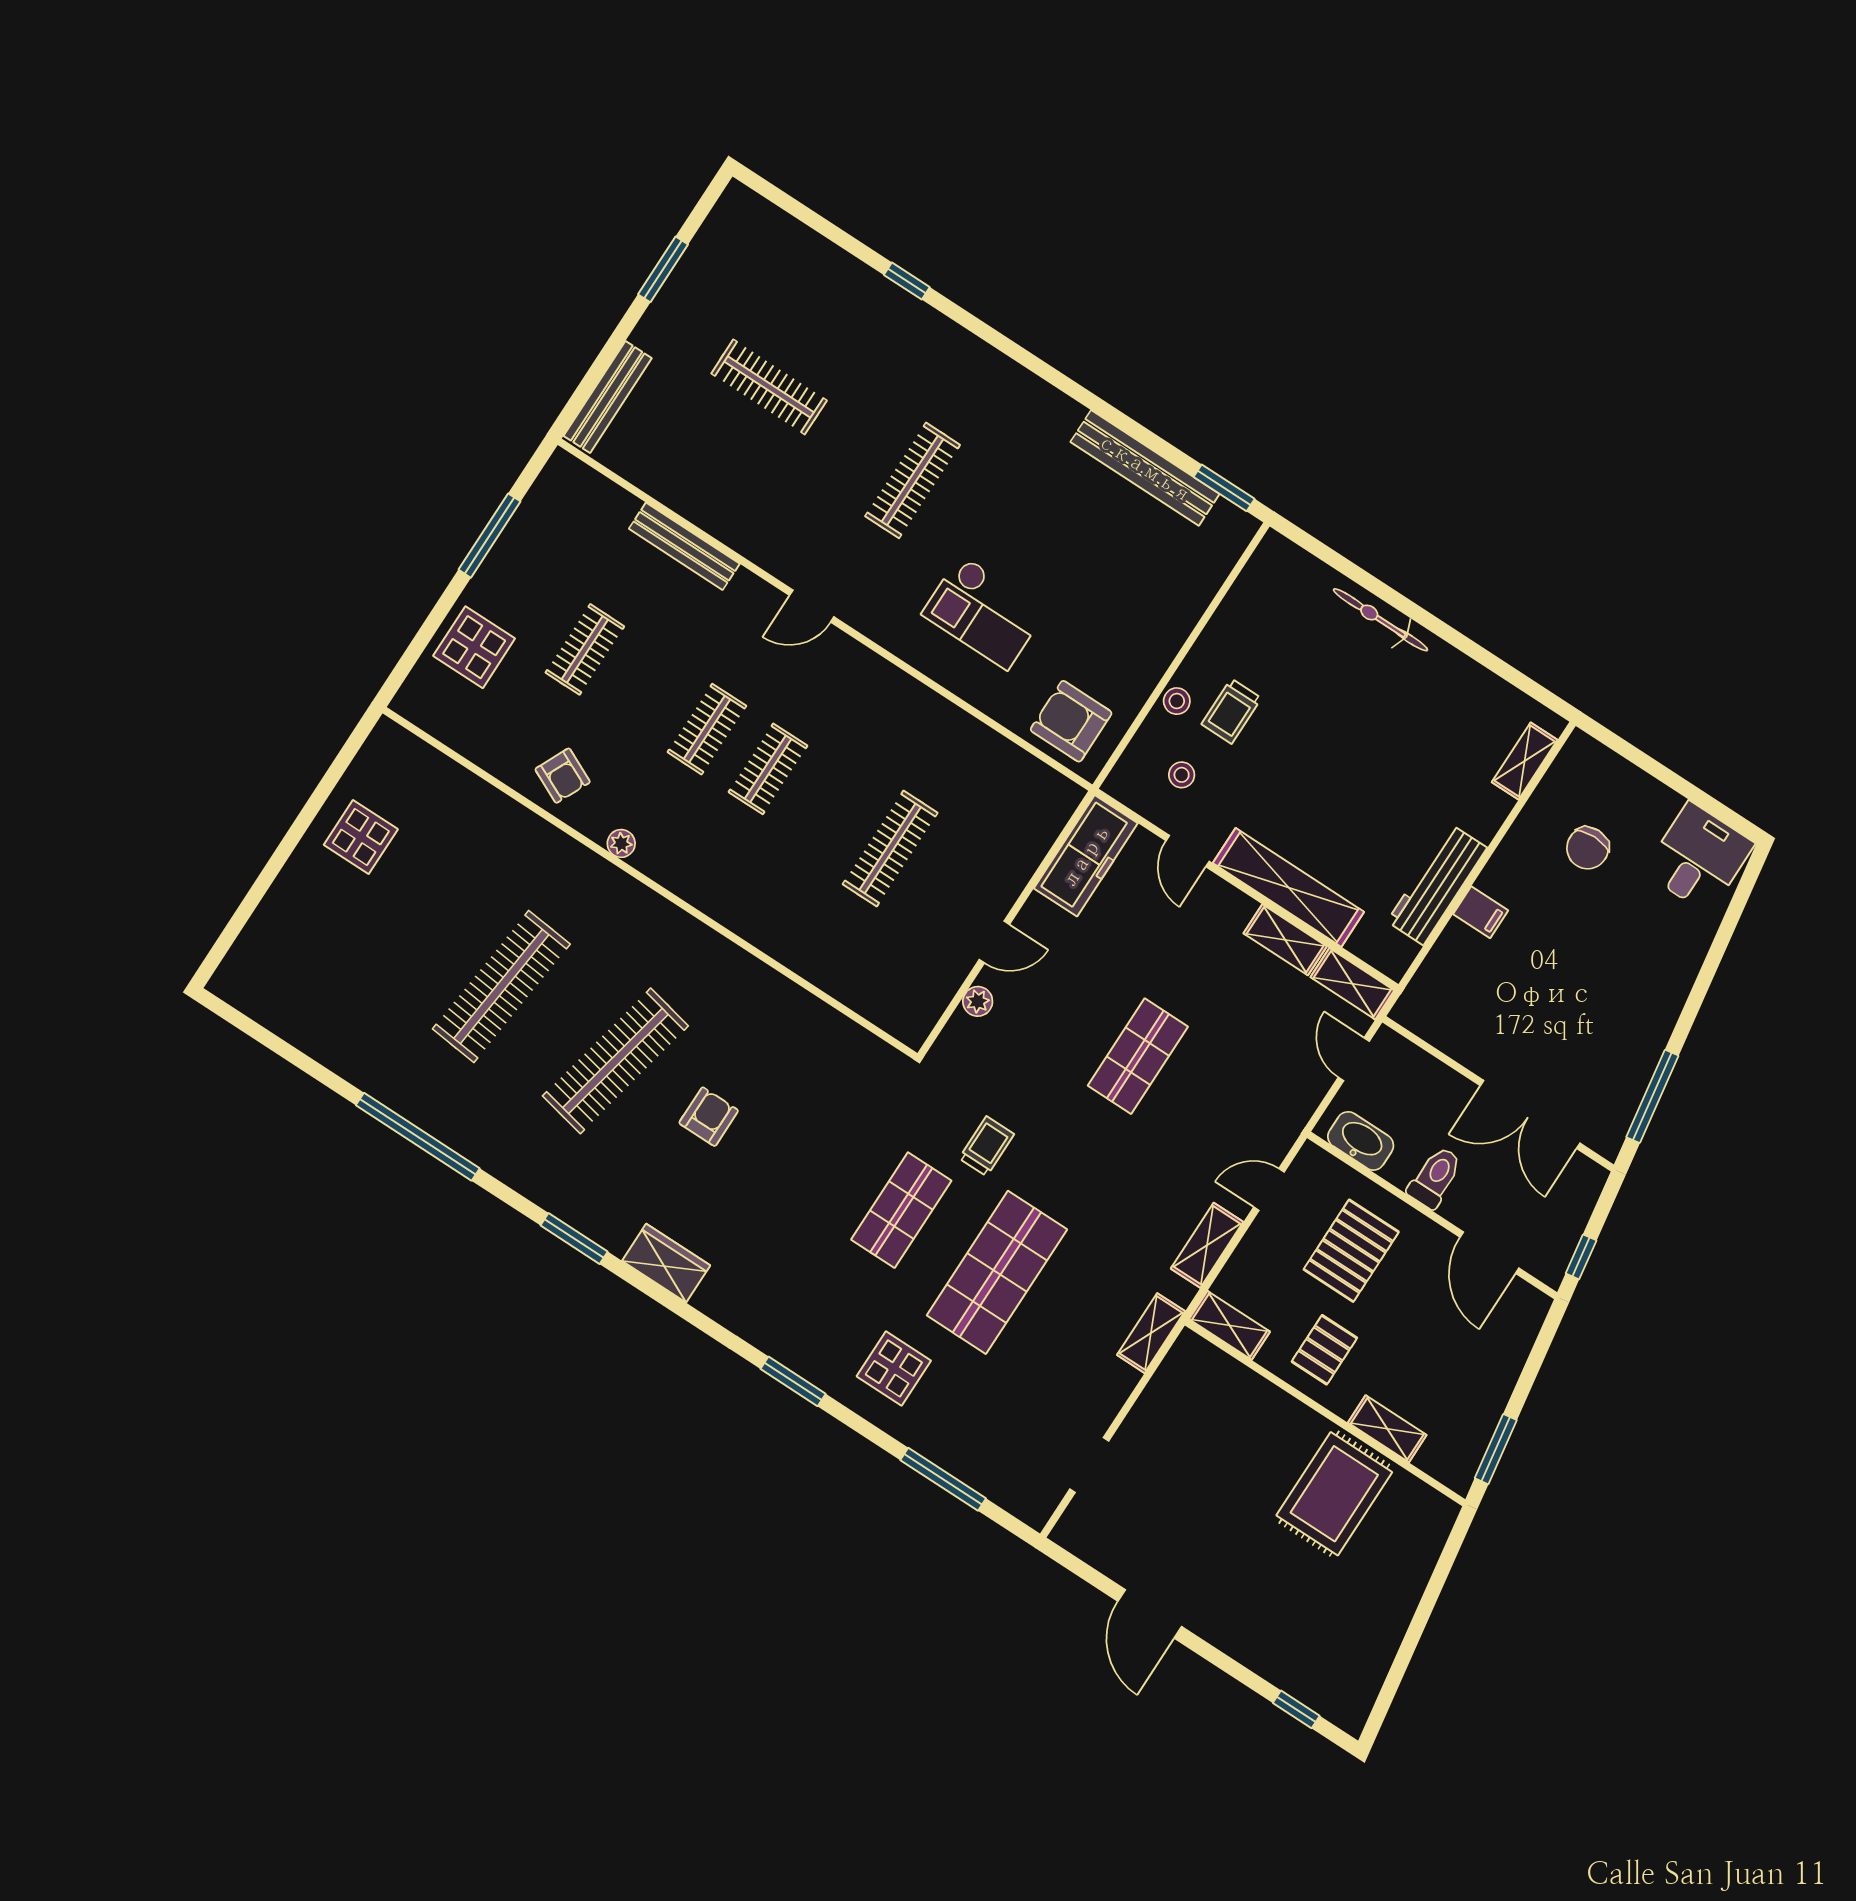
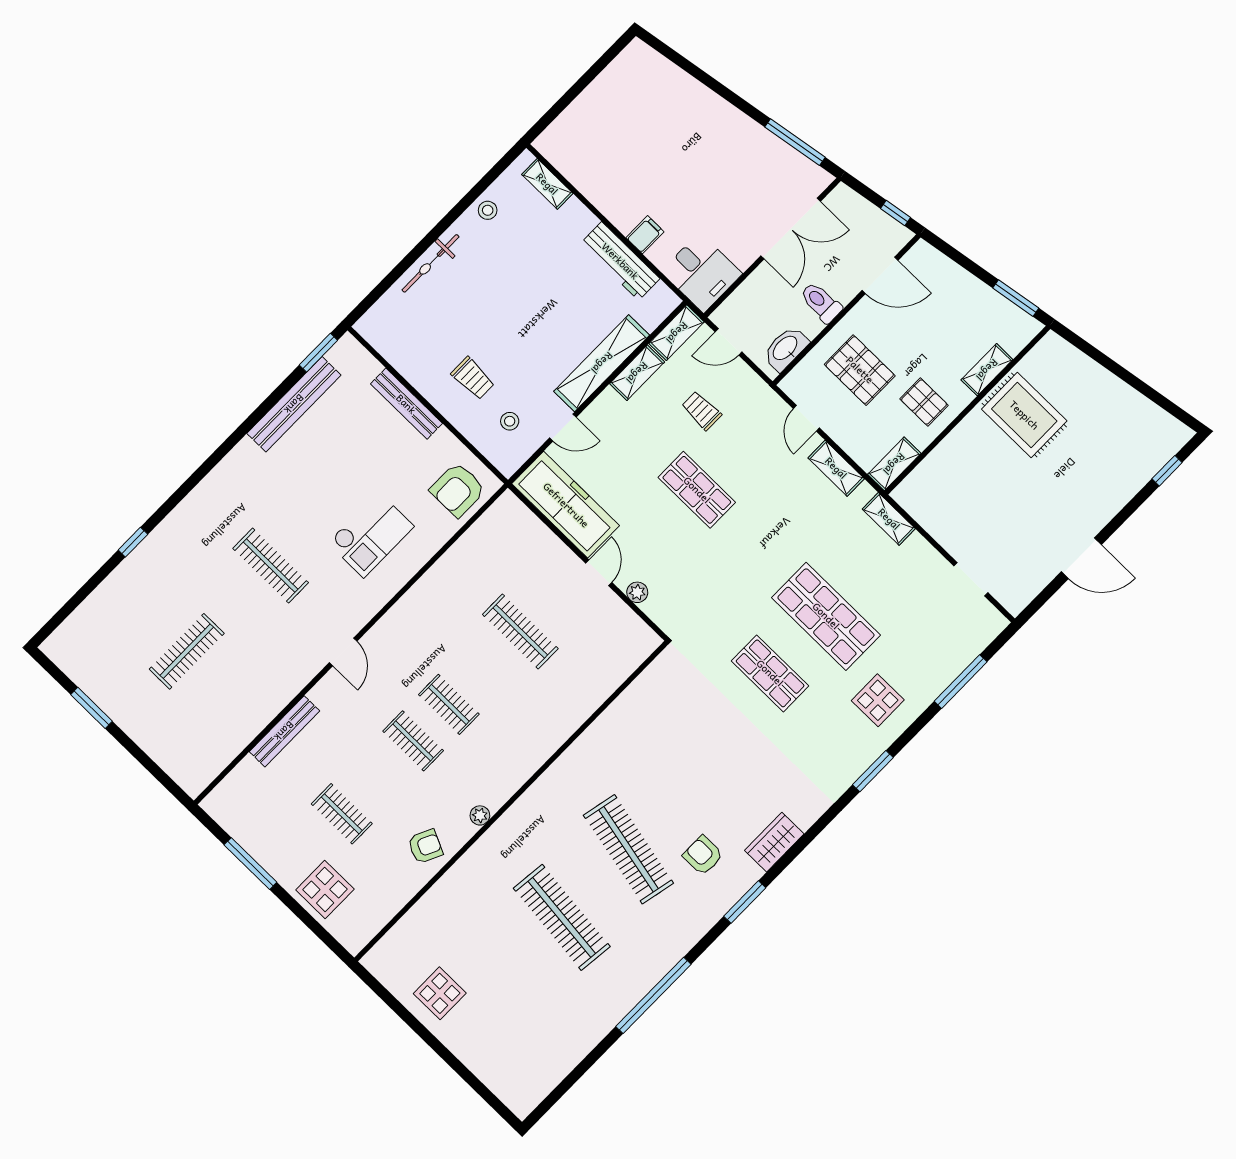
bench: (608, 397) -> (406, 404), moved
stool: (1177, 701) -> (488, 210), moved
chair: (1588, 848) -> (616, 152), removed
freezer: (1086, 856) -> (566, 505), width x1.36, depth x1.26
desk: (1699, 858) -> (702, 273), moved, turned 180
armchair: (709, 1117) -> (703, 855), moved
trolley: (987, 1146) -> (701, 411), moved

